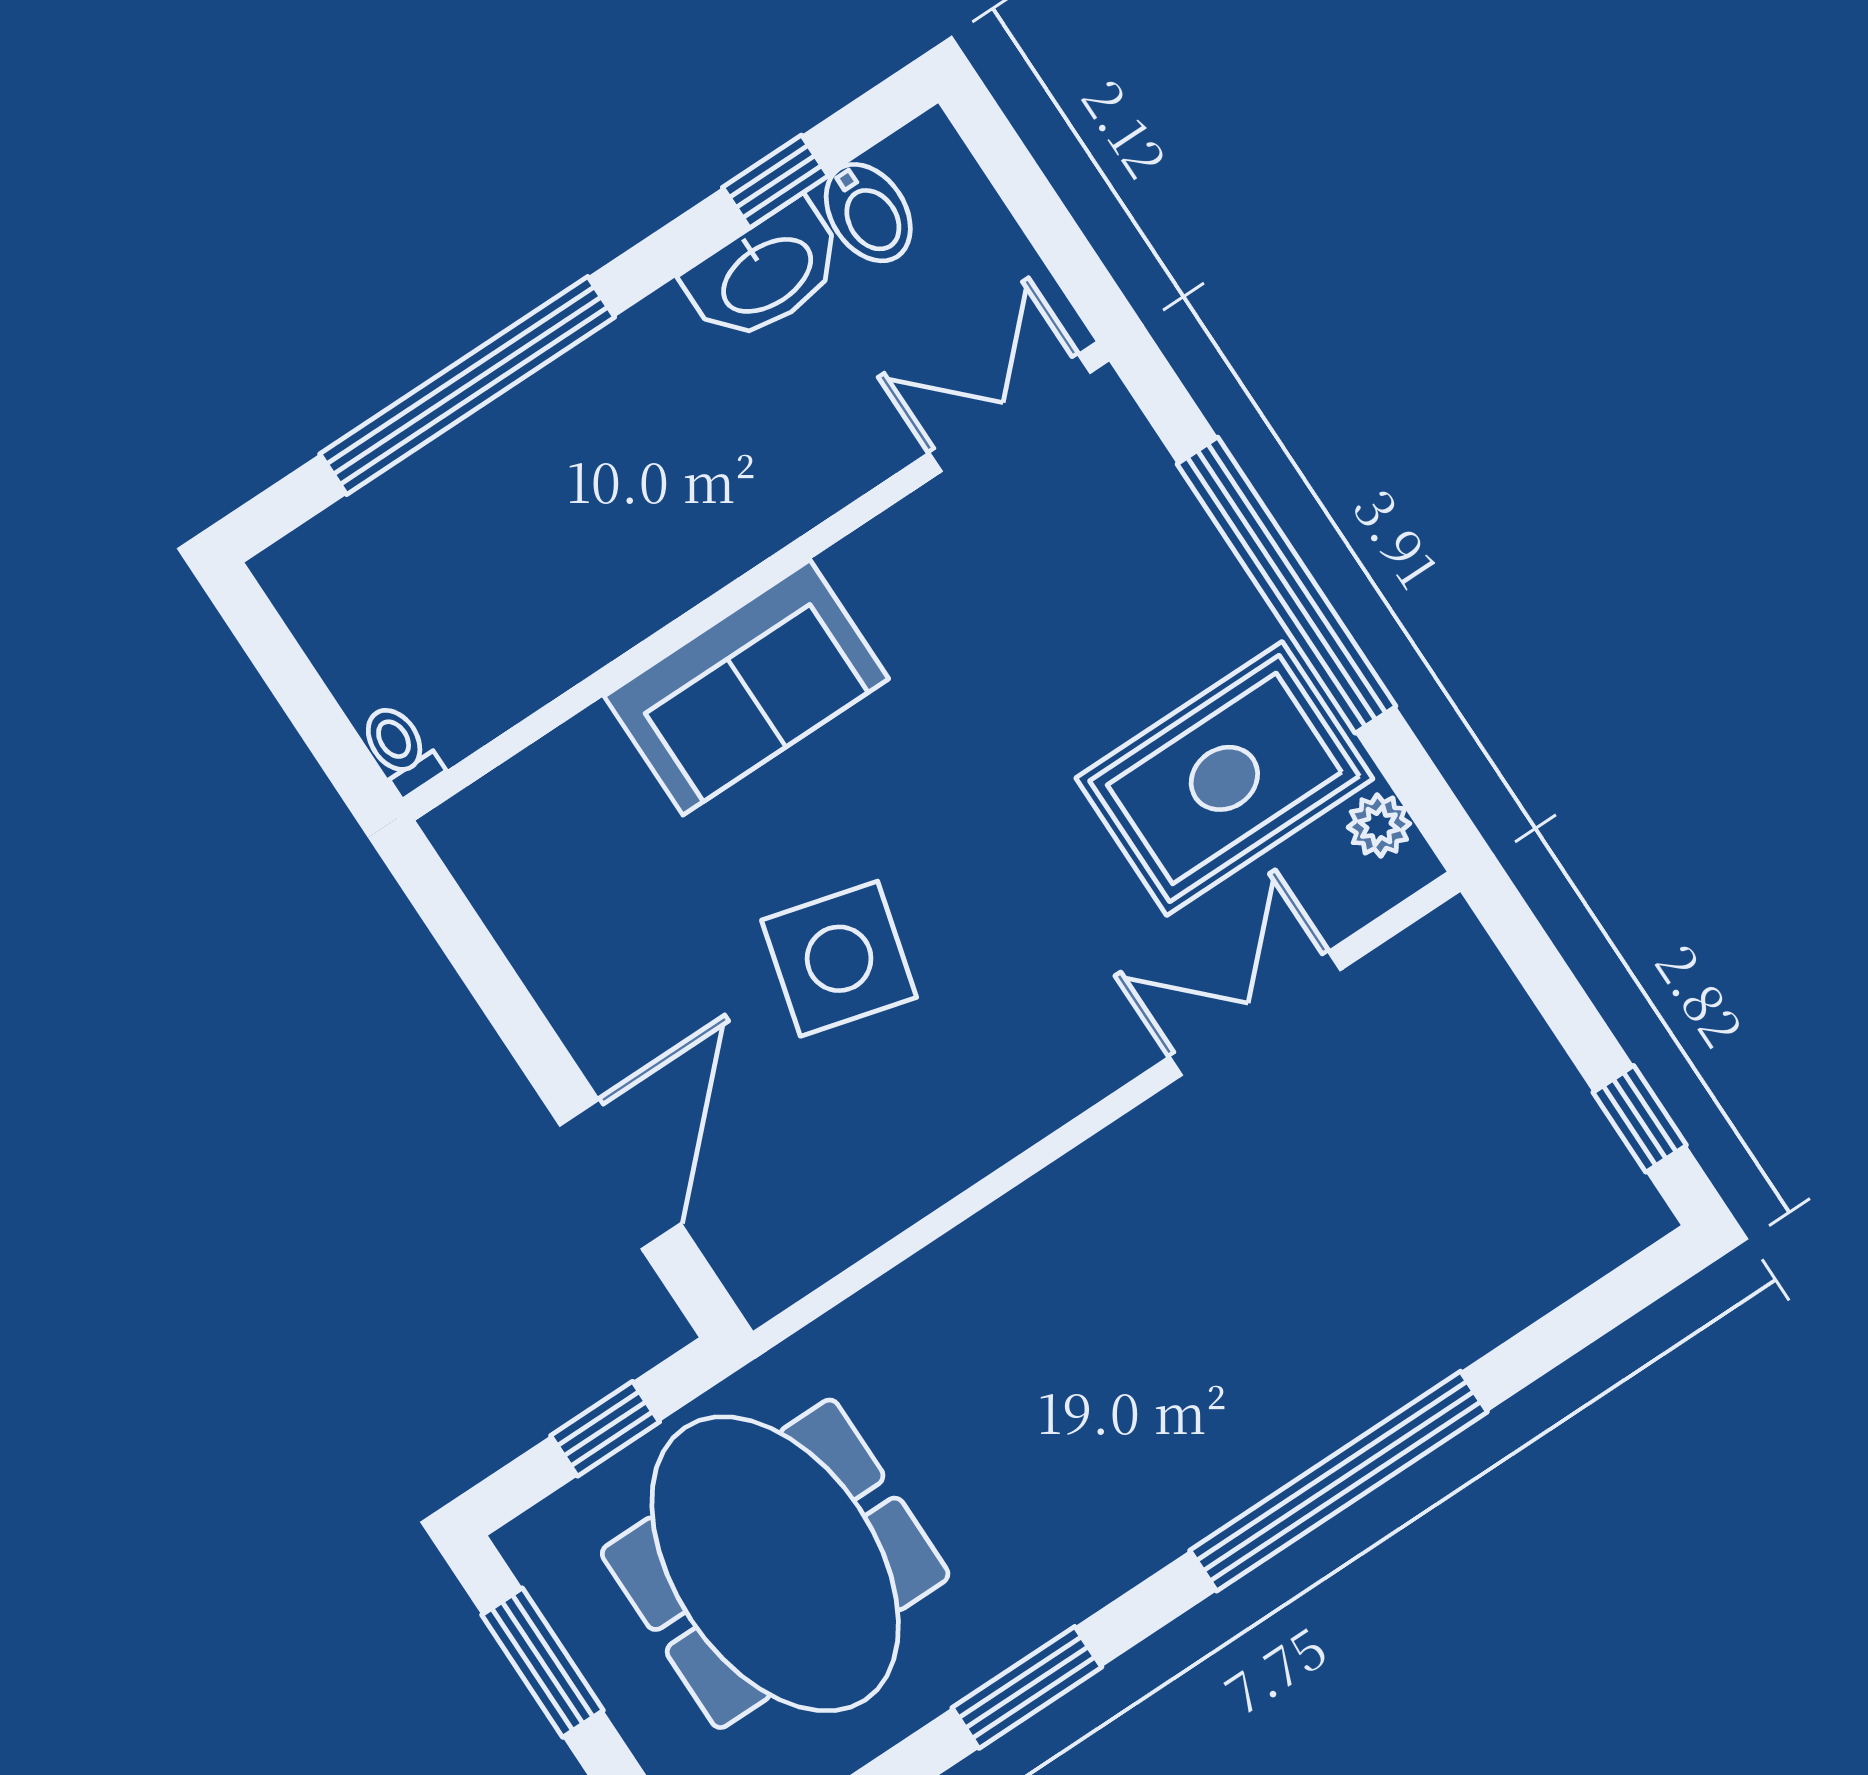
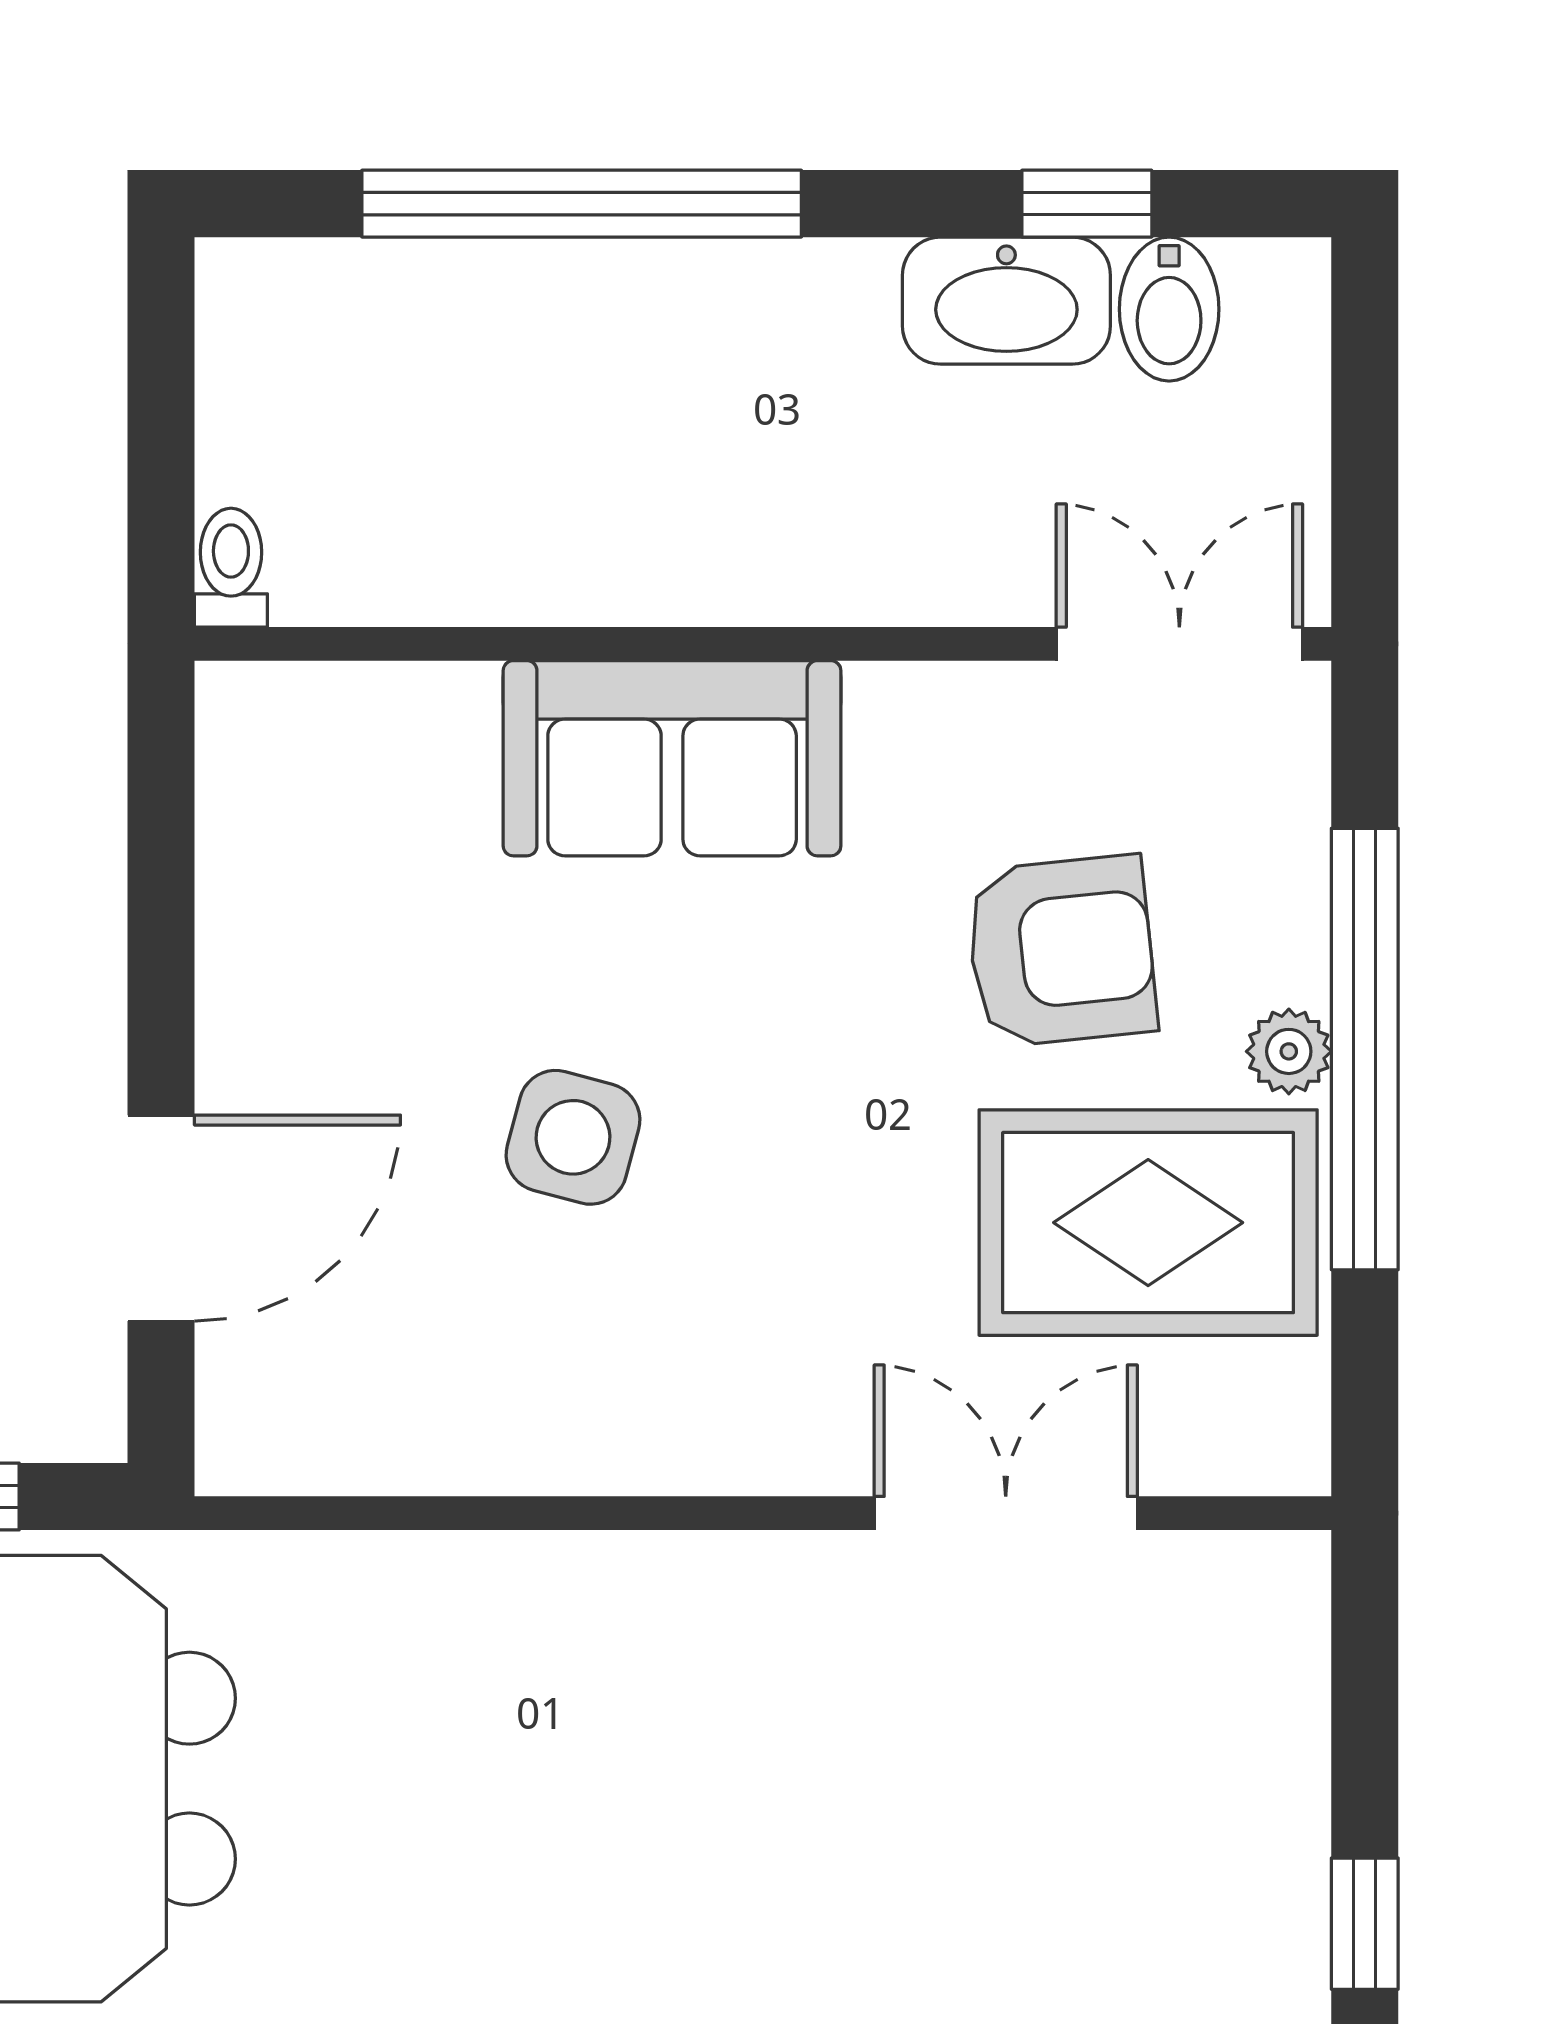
armchair: (1062, 648) -> (1061, 951), added
plant: (1379, 826) -> (1289, 1051), moved
side table: (839, 959) -> (573, 1137), width x0.73, depth x0.73

